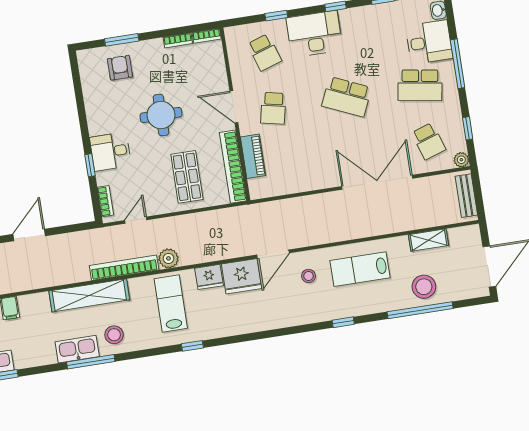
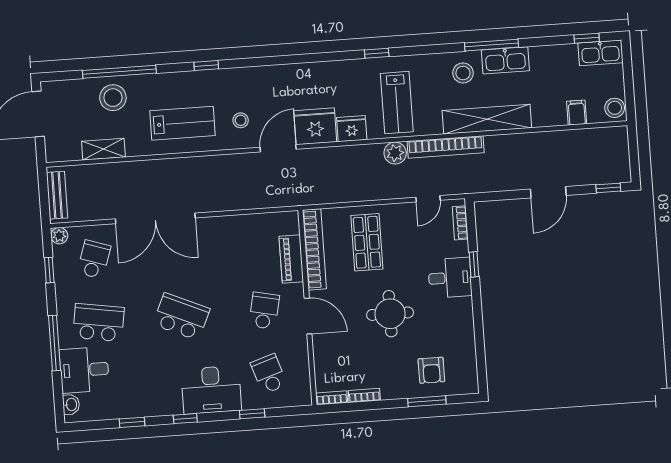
school desk: (429, 141) -> (94, 259), turned 36

